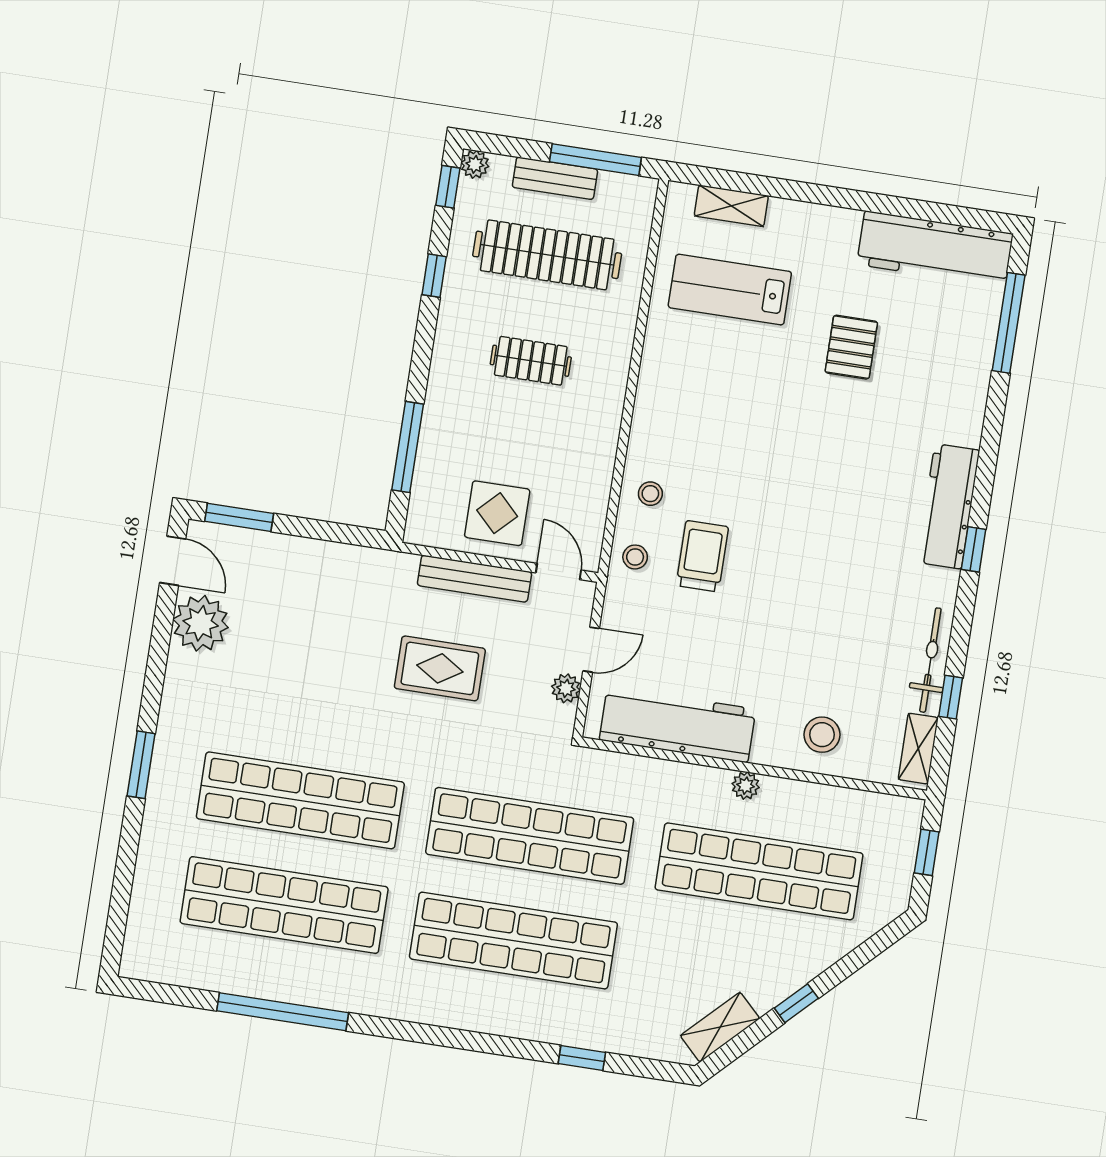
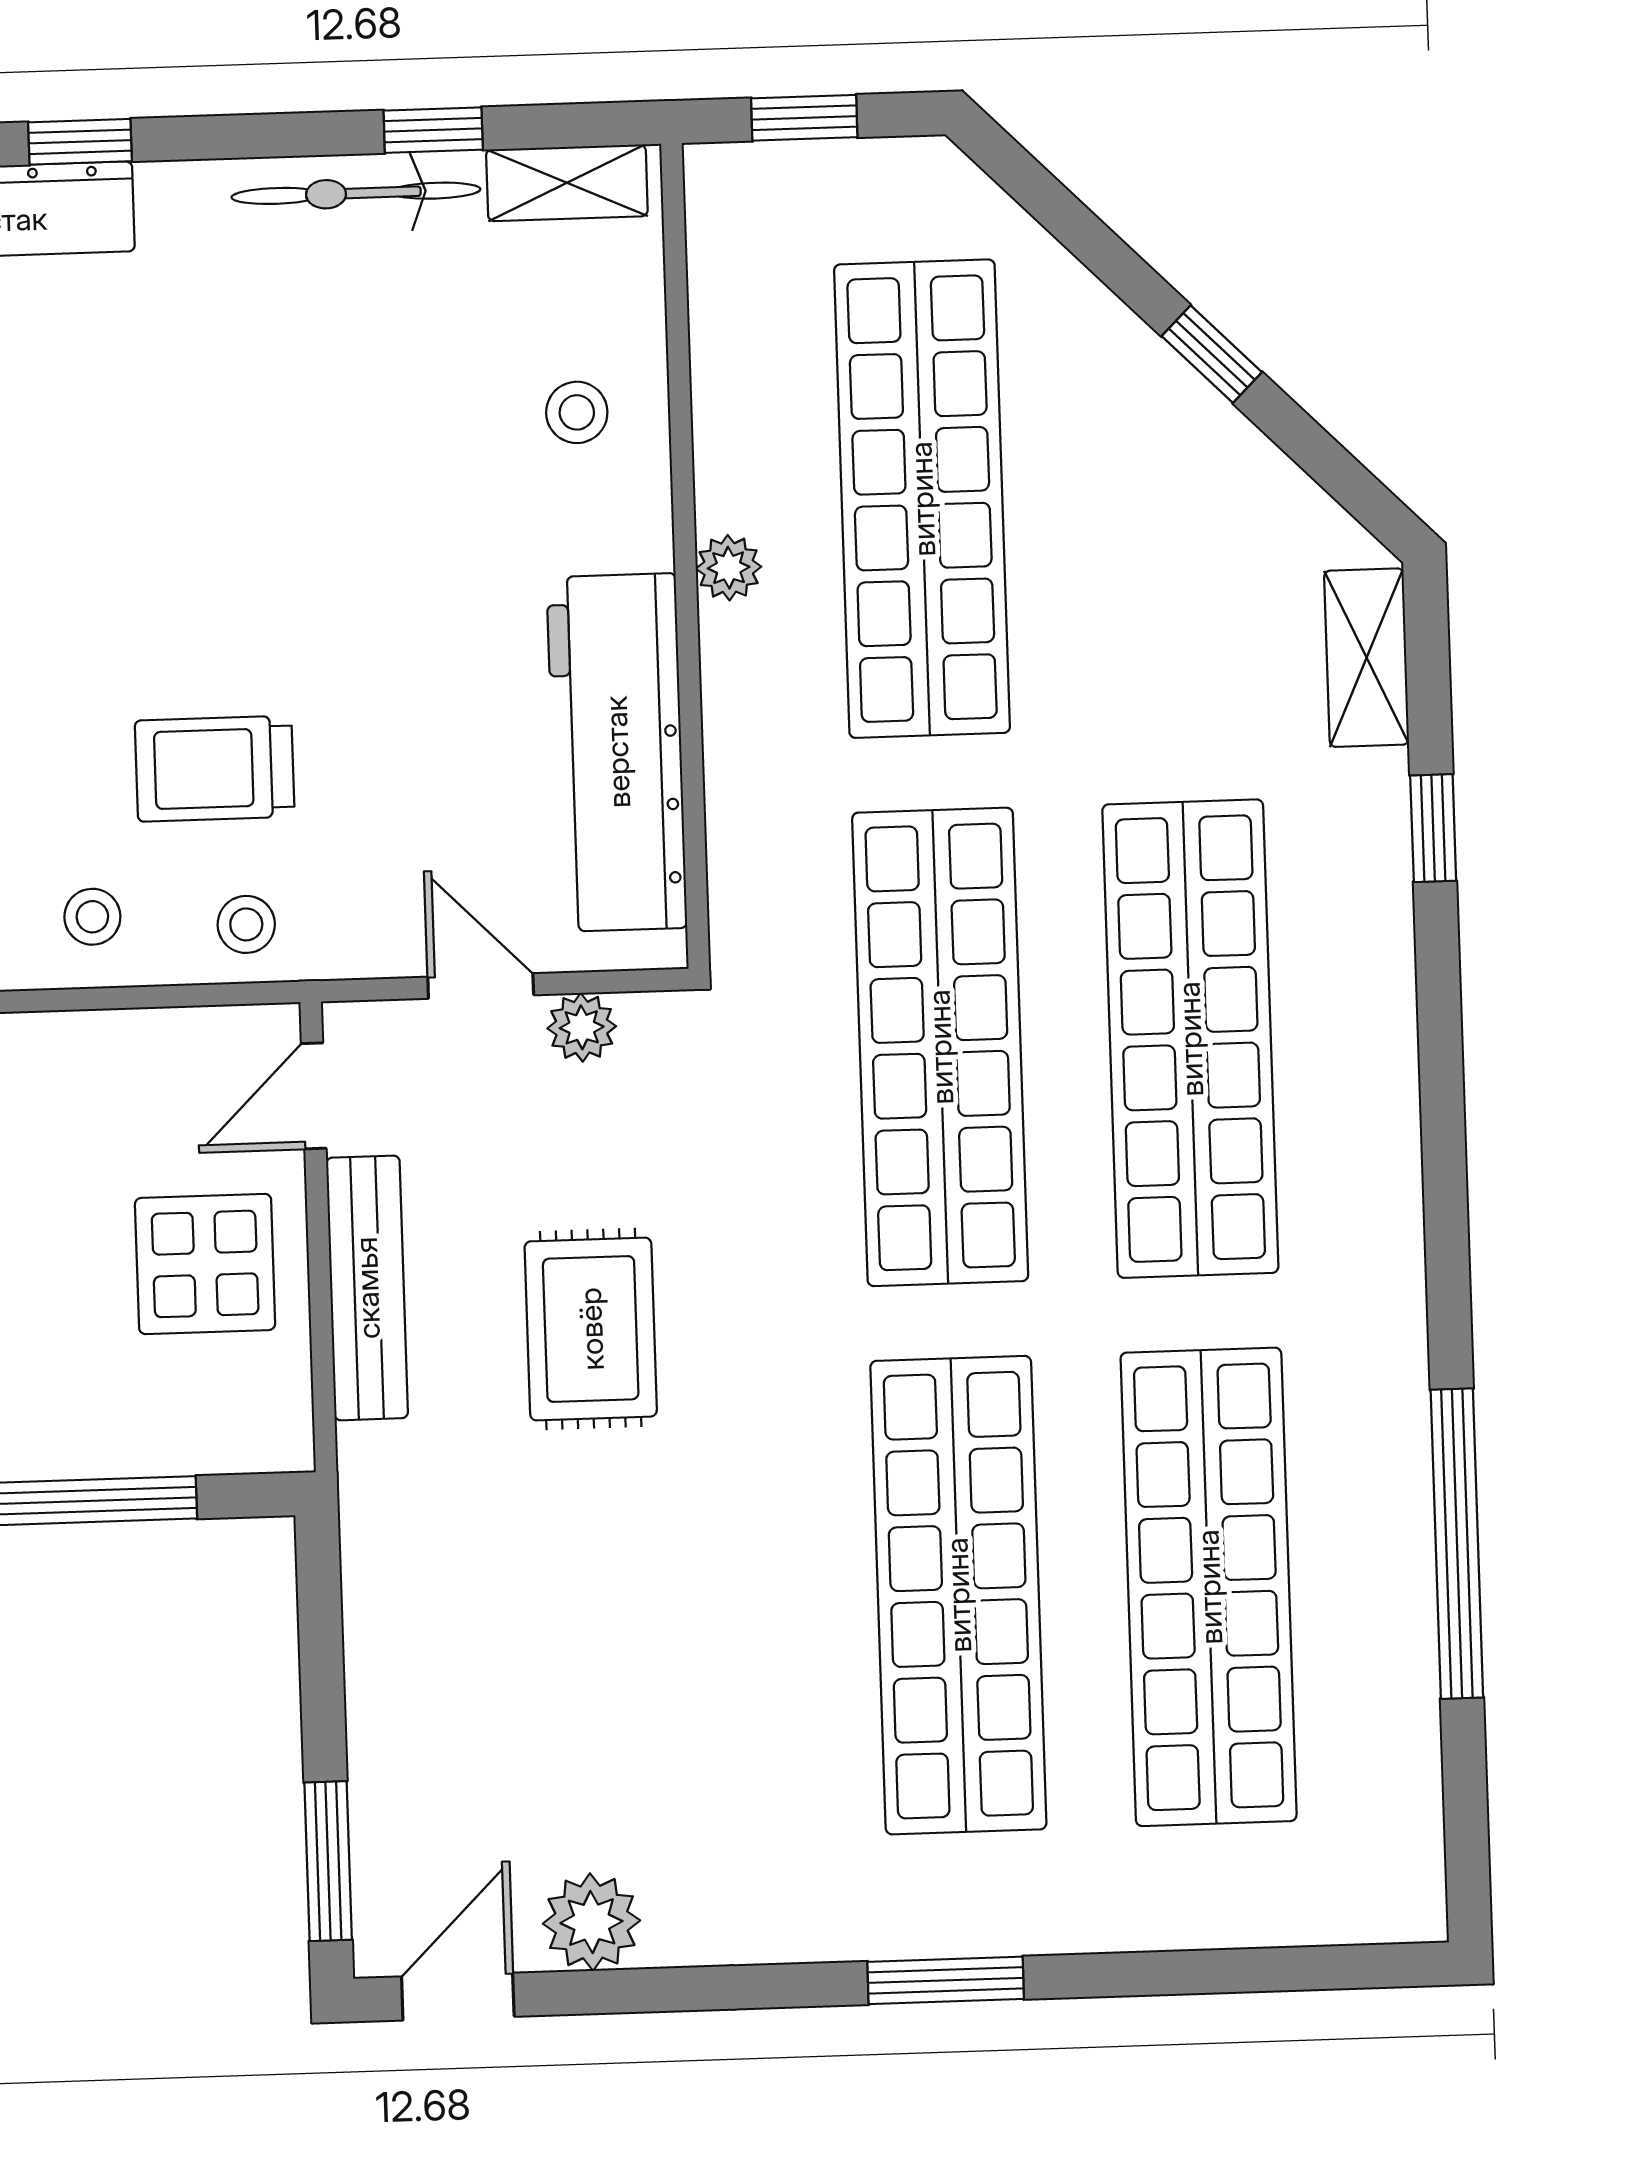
plant: (201, 623) -> (591, 1922), width x0.73, depth x0.73
stool: (822, 735) -> (577, 412), width x0.73, depth x0.73
shelving: (720, 1027) -> (1367, 658), moved, turned 45

